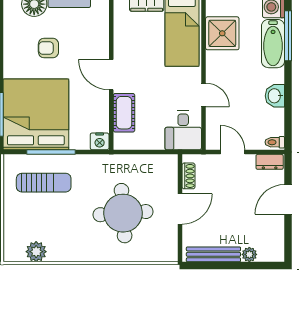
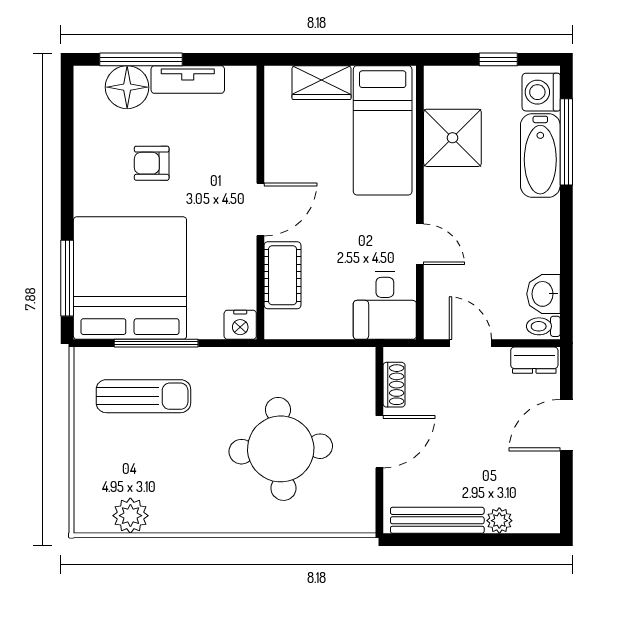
door: (111, 75) -> (260, 209), swing flipped
washbasin: (275, 96) -> (543, 294), moved

